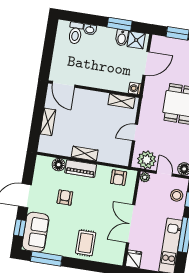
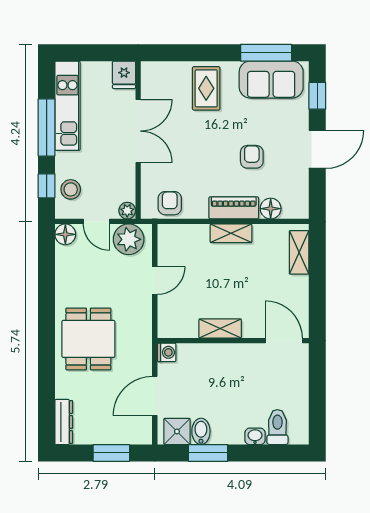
shelving: (121, 101) -> (220, 329), moved
shelving: (48, 122) -> (299, 252), moved
armchair: (65, 198) -> (252, 157), turned 180
sofa: (36, 232) -> (271, 80), moved, turned -90

